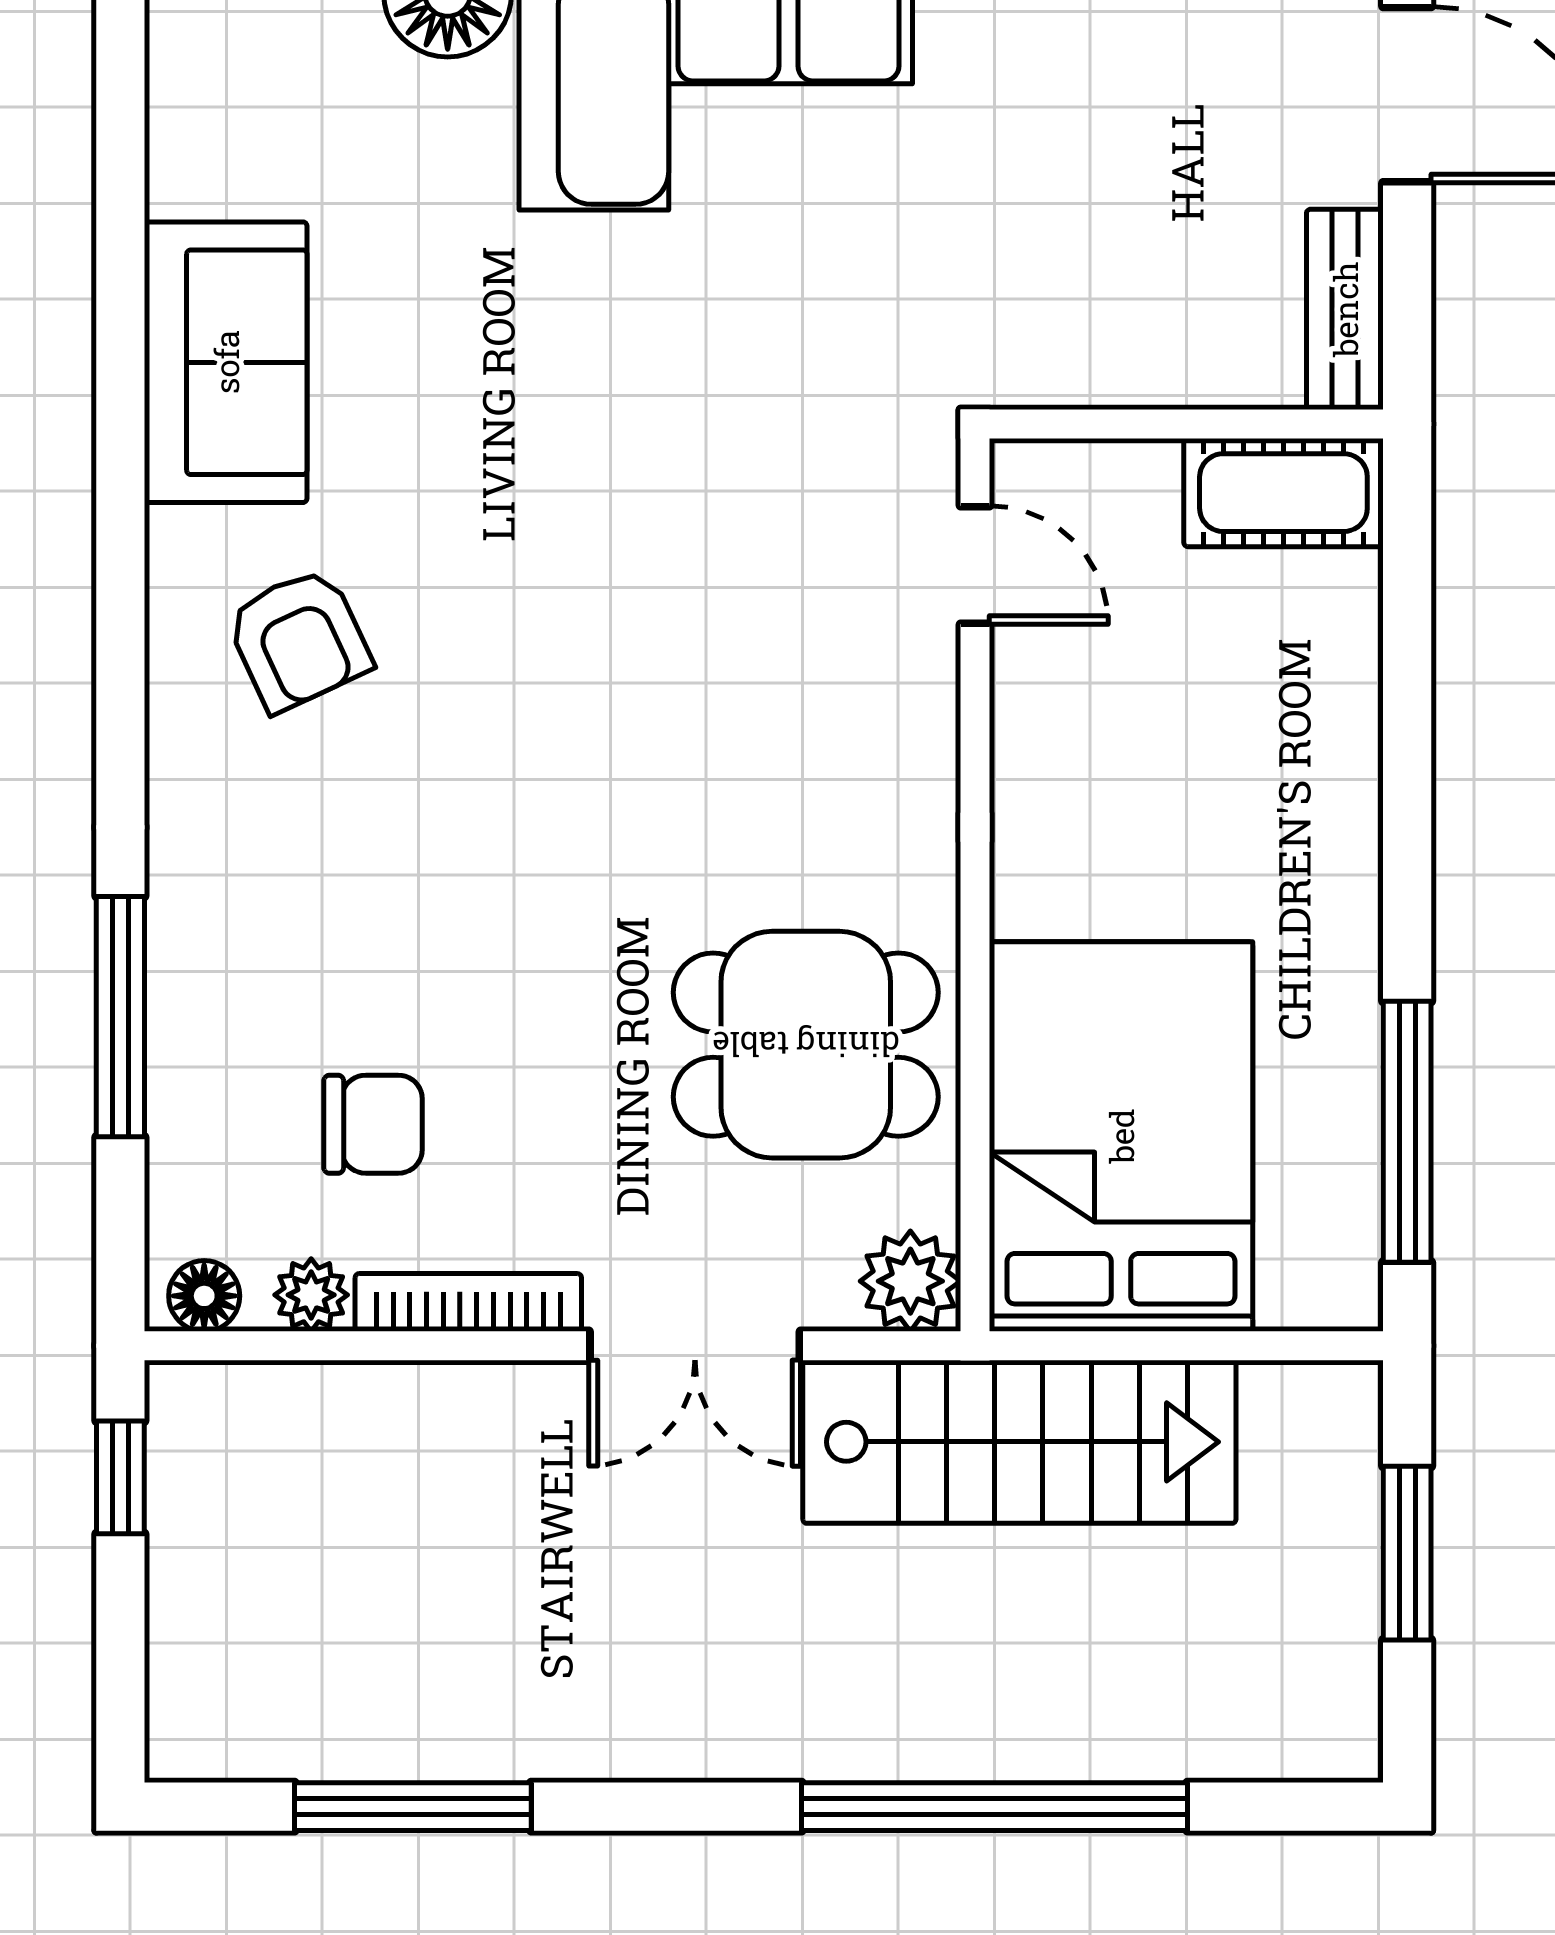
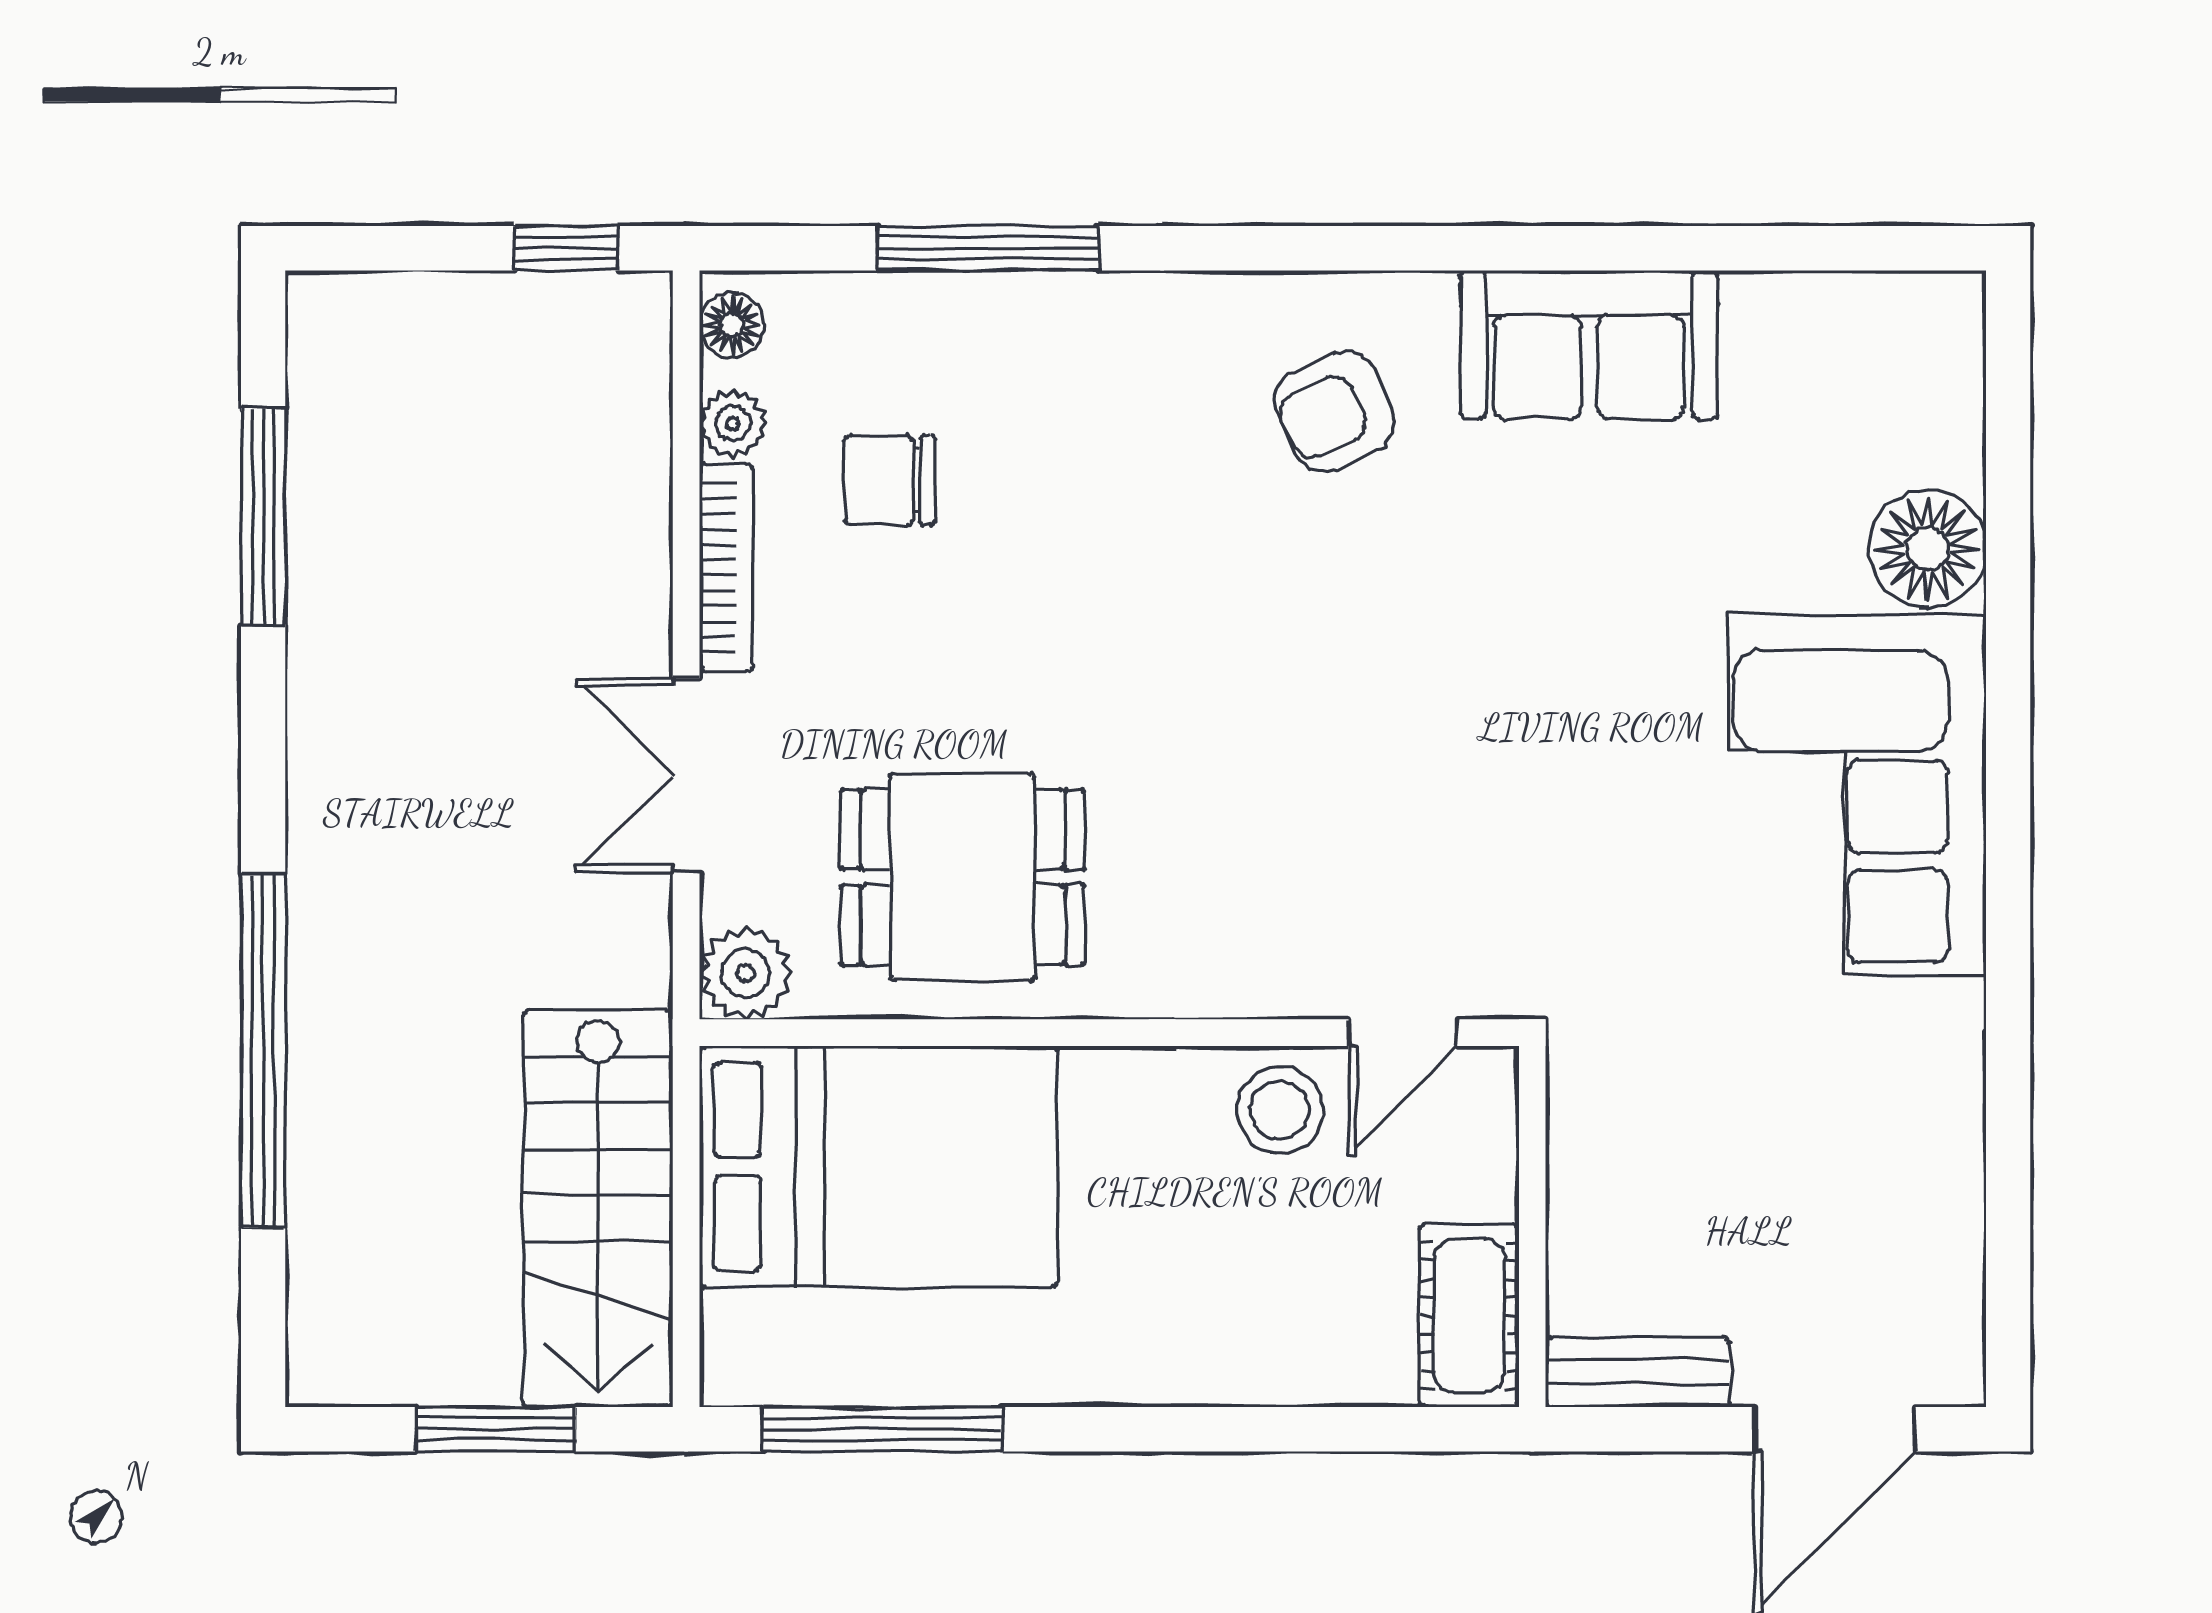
stool: (1059, 699) -> (1280, 1110), added
dining table: (806, 1045) -> (963, 877), turned 90
chair: (373, 1124) -> (890, 480), turned 90
stairs: (1019, 1442) -> (598, 1209), moved

